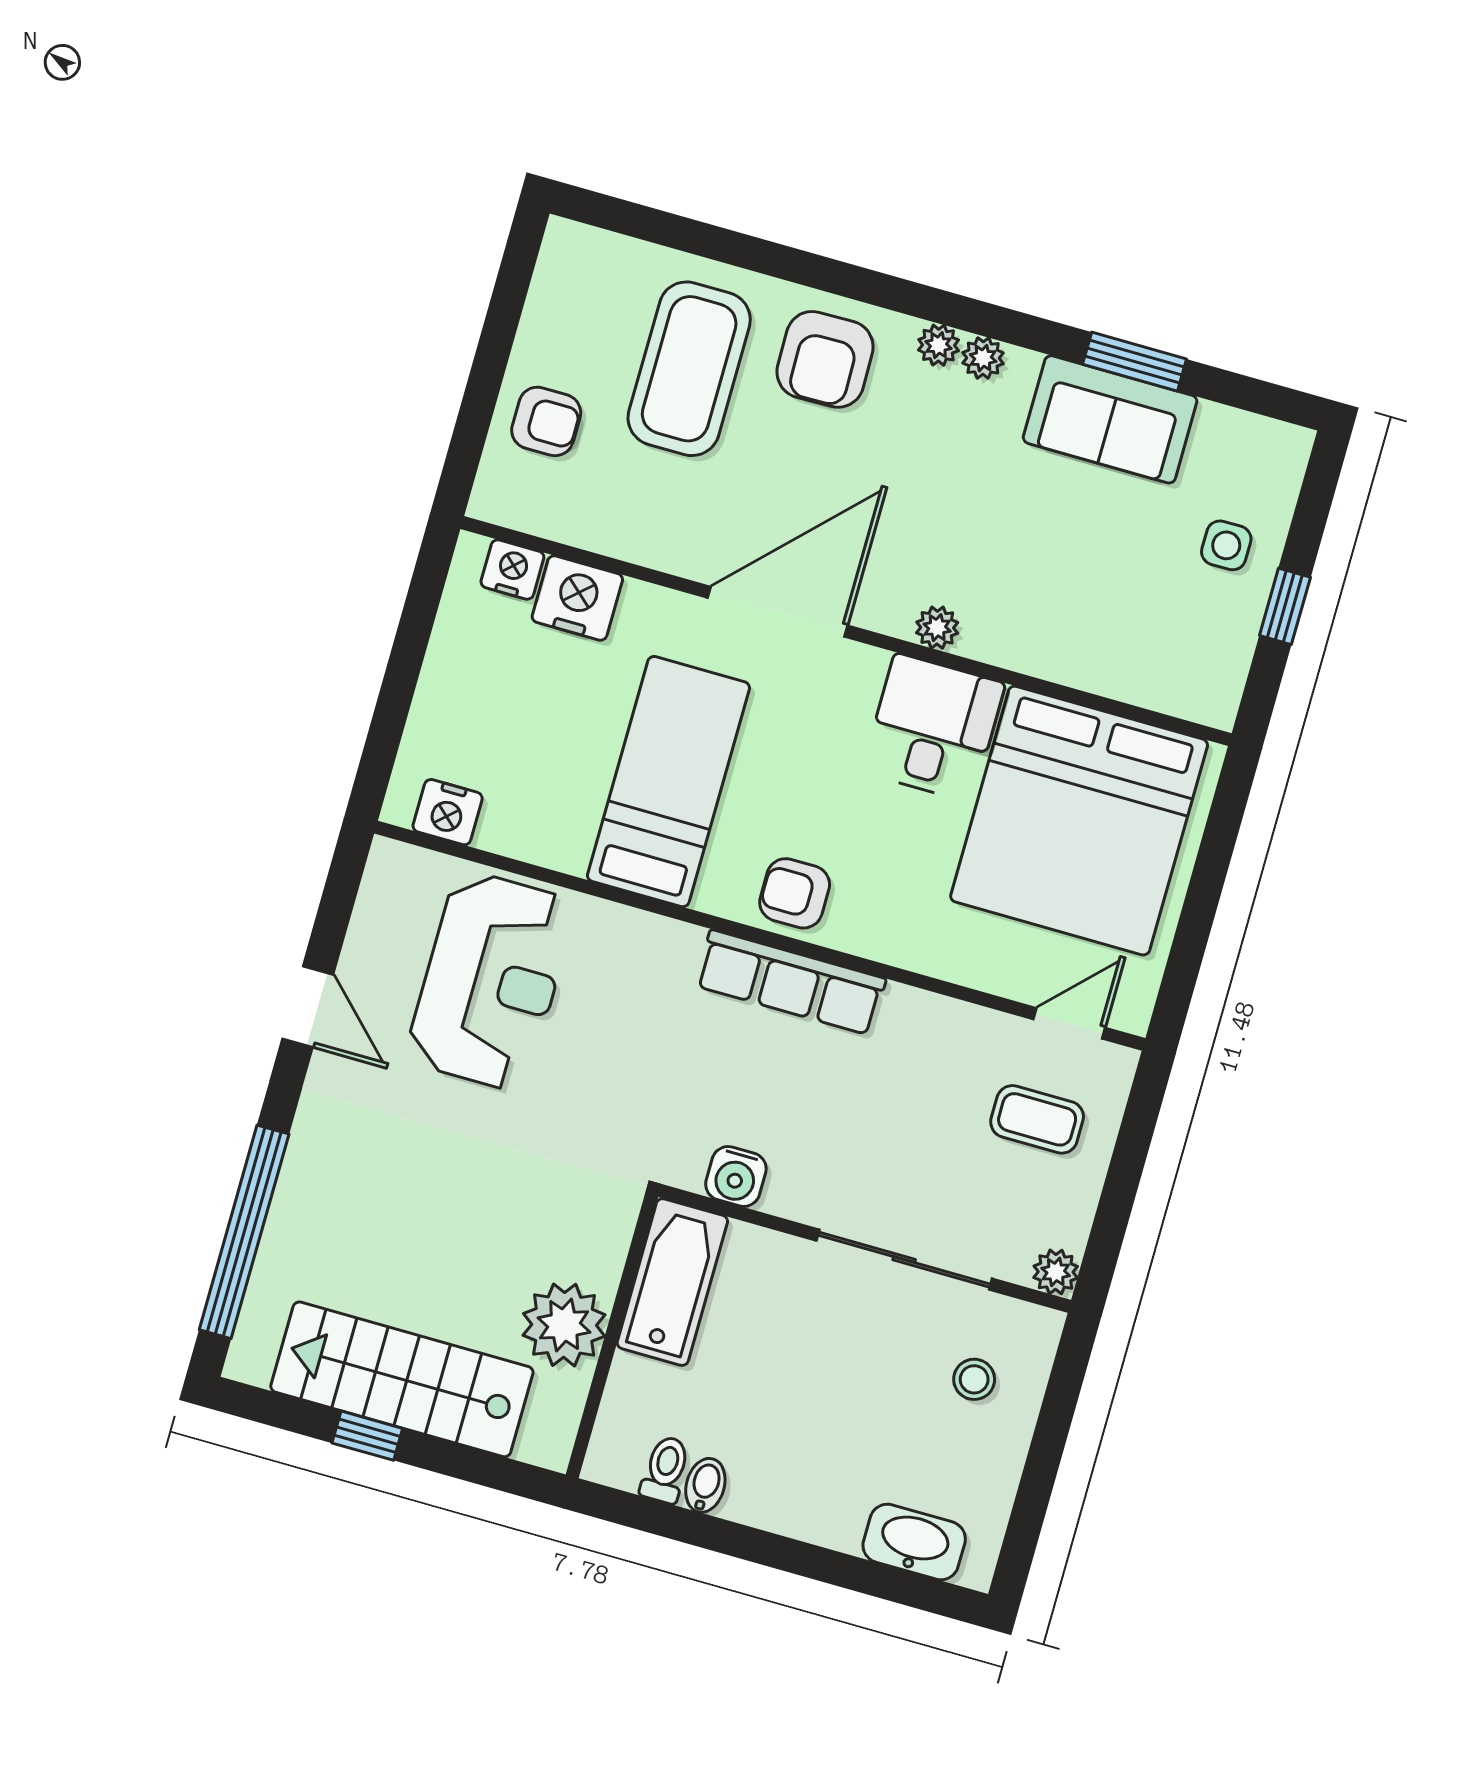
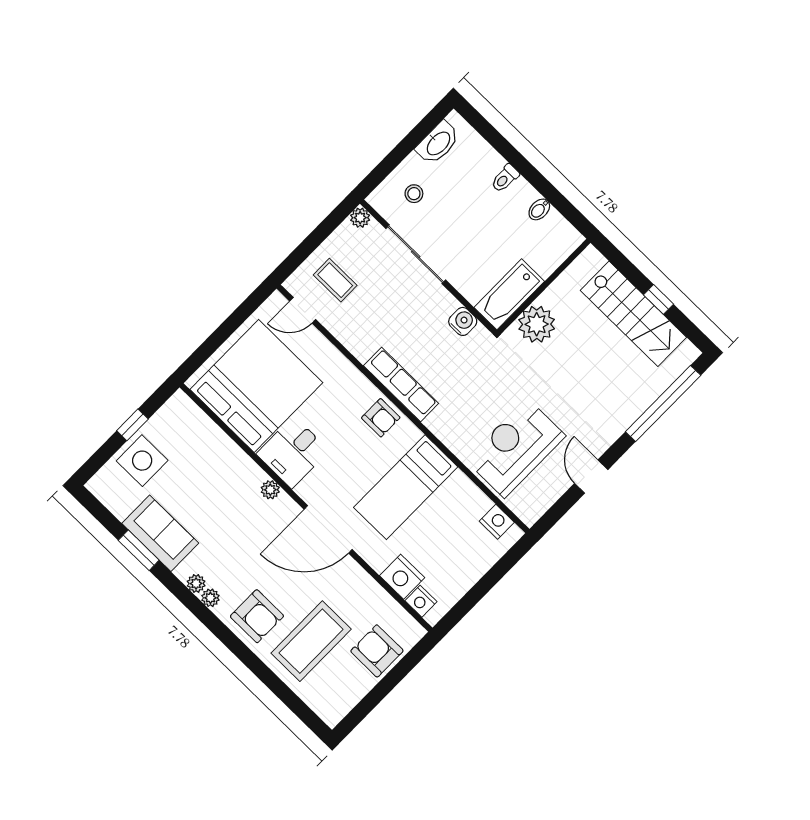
armchair: (825, 359) -> (257, 616), turned 91
armchair: (546, 421) -> (377, 651), width x1.38, depth x1.38
side table: (1226, 545) -> (142, 461), width x1.87, depth x1.87
plant: (564, 1325) -> (537, 324), moved
toilet: (665, 1470) -> (505, 178), moved
washbasin: (914, 1542) -> (438, 143), moved, turned -90

